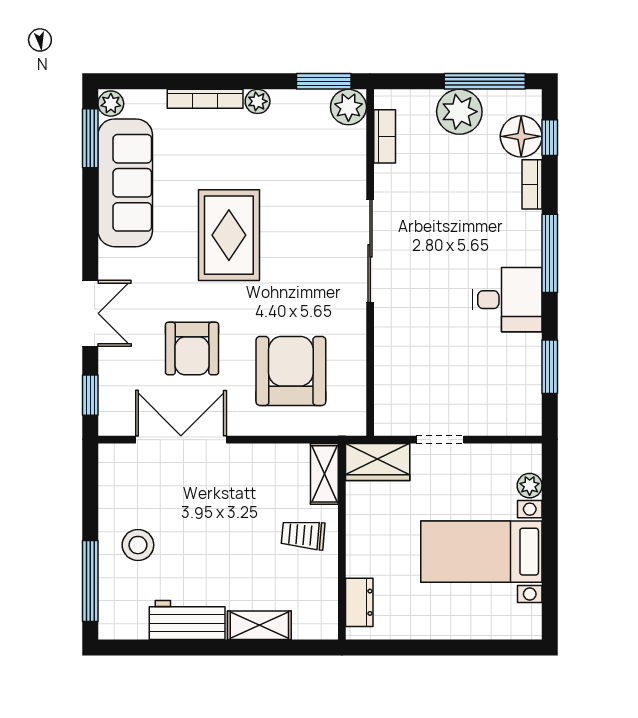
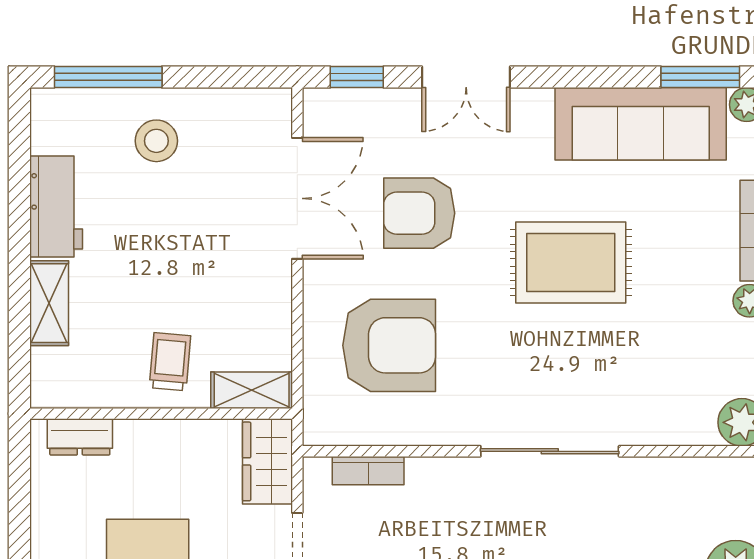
bookcase: (385, 136) -> (368, 471), moved

